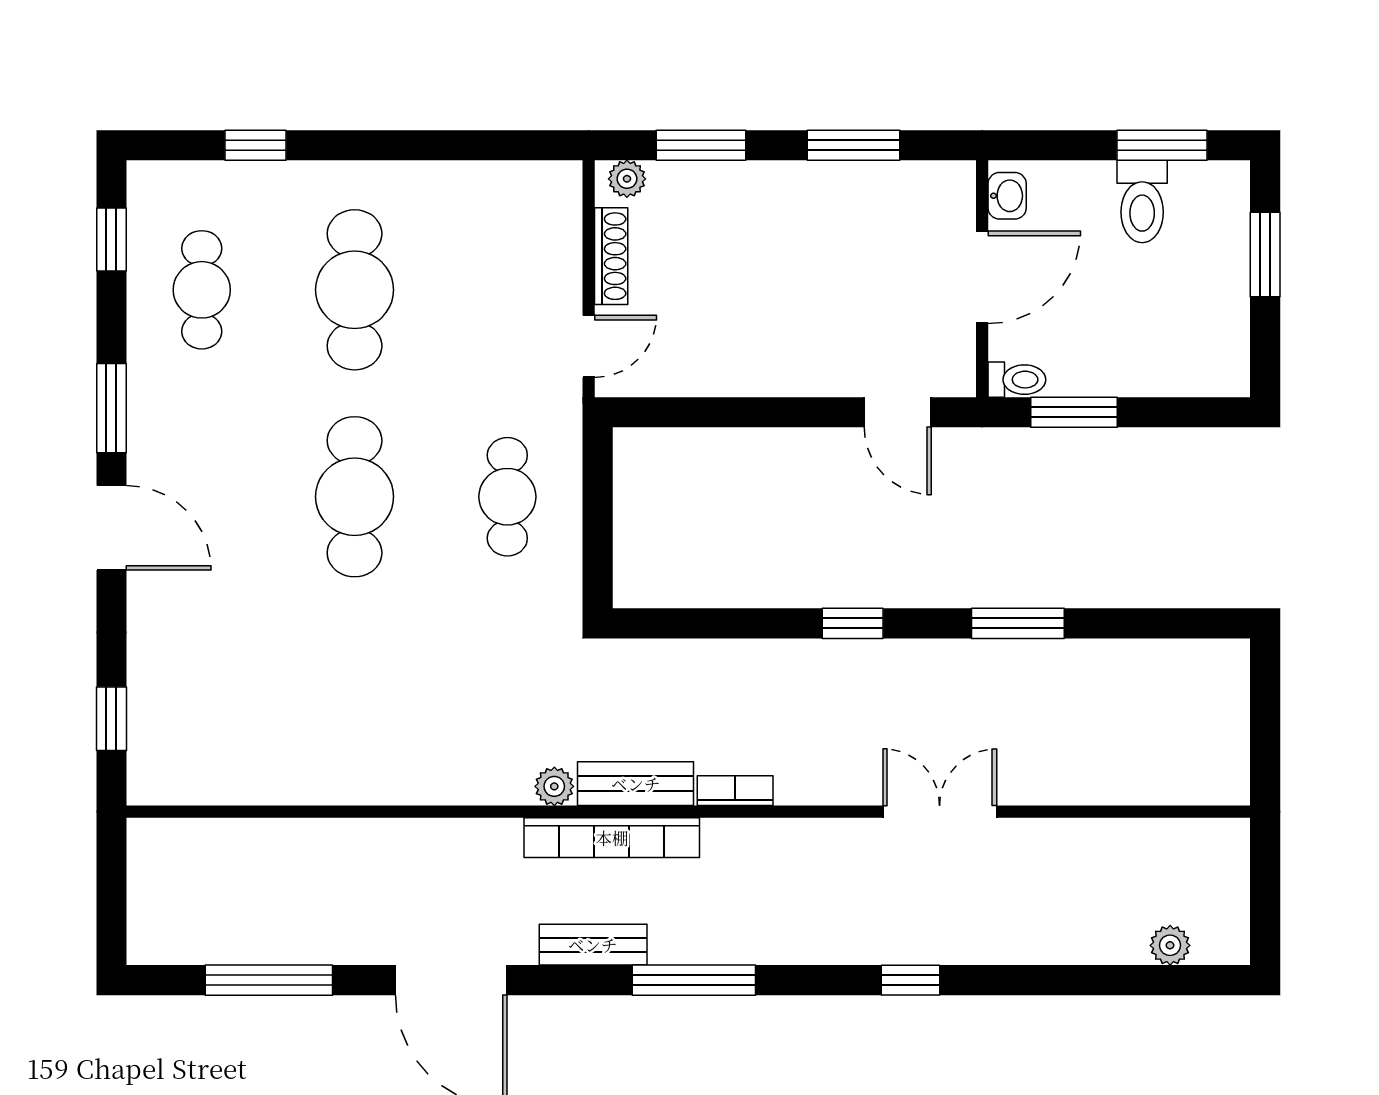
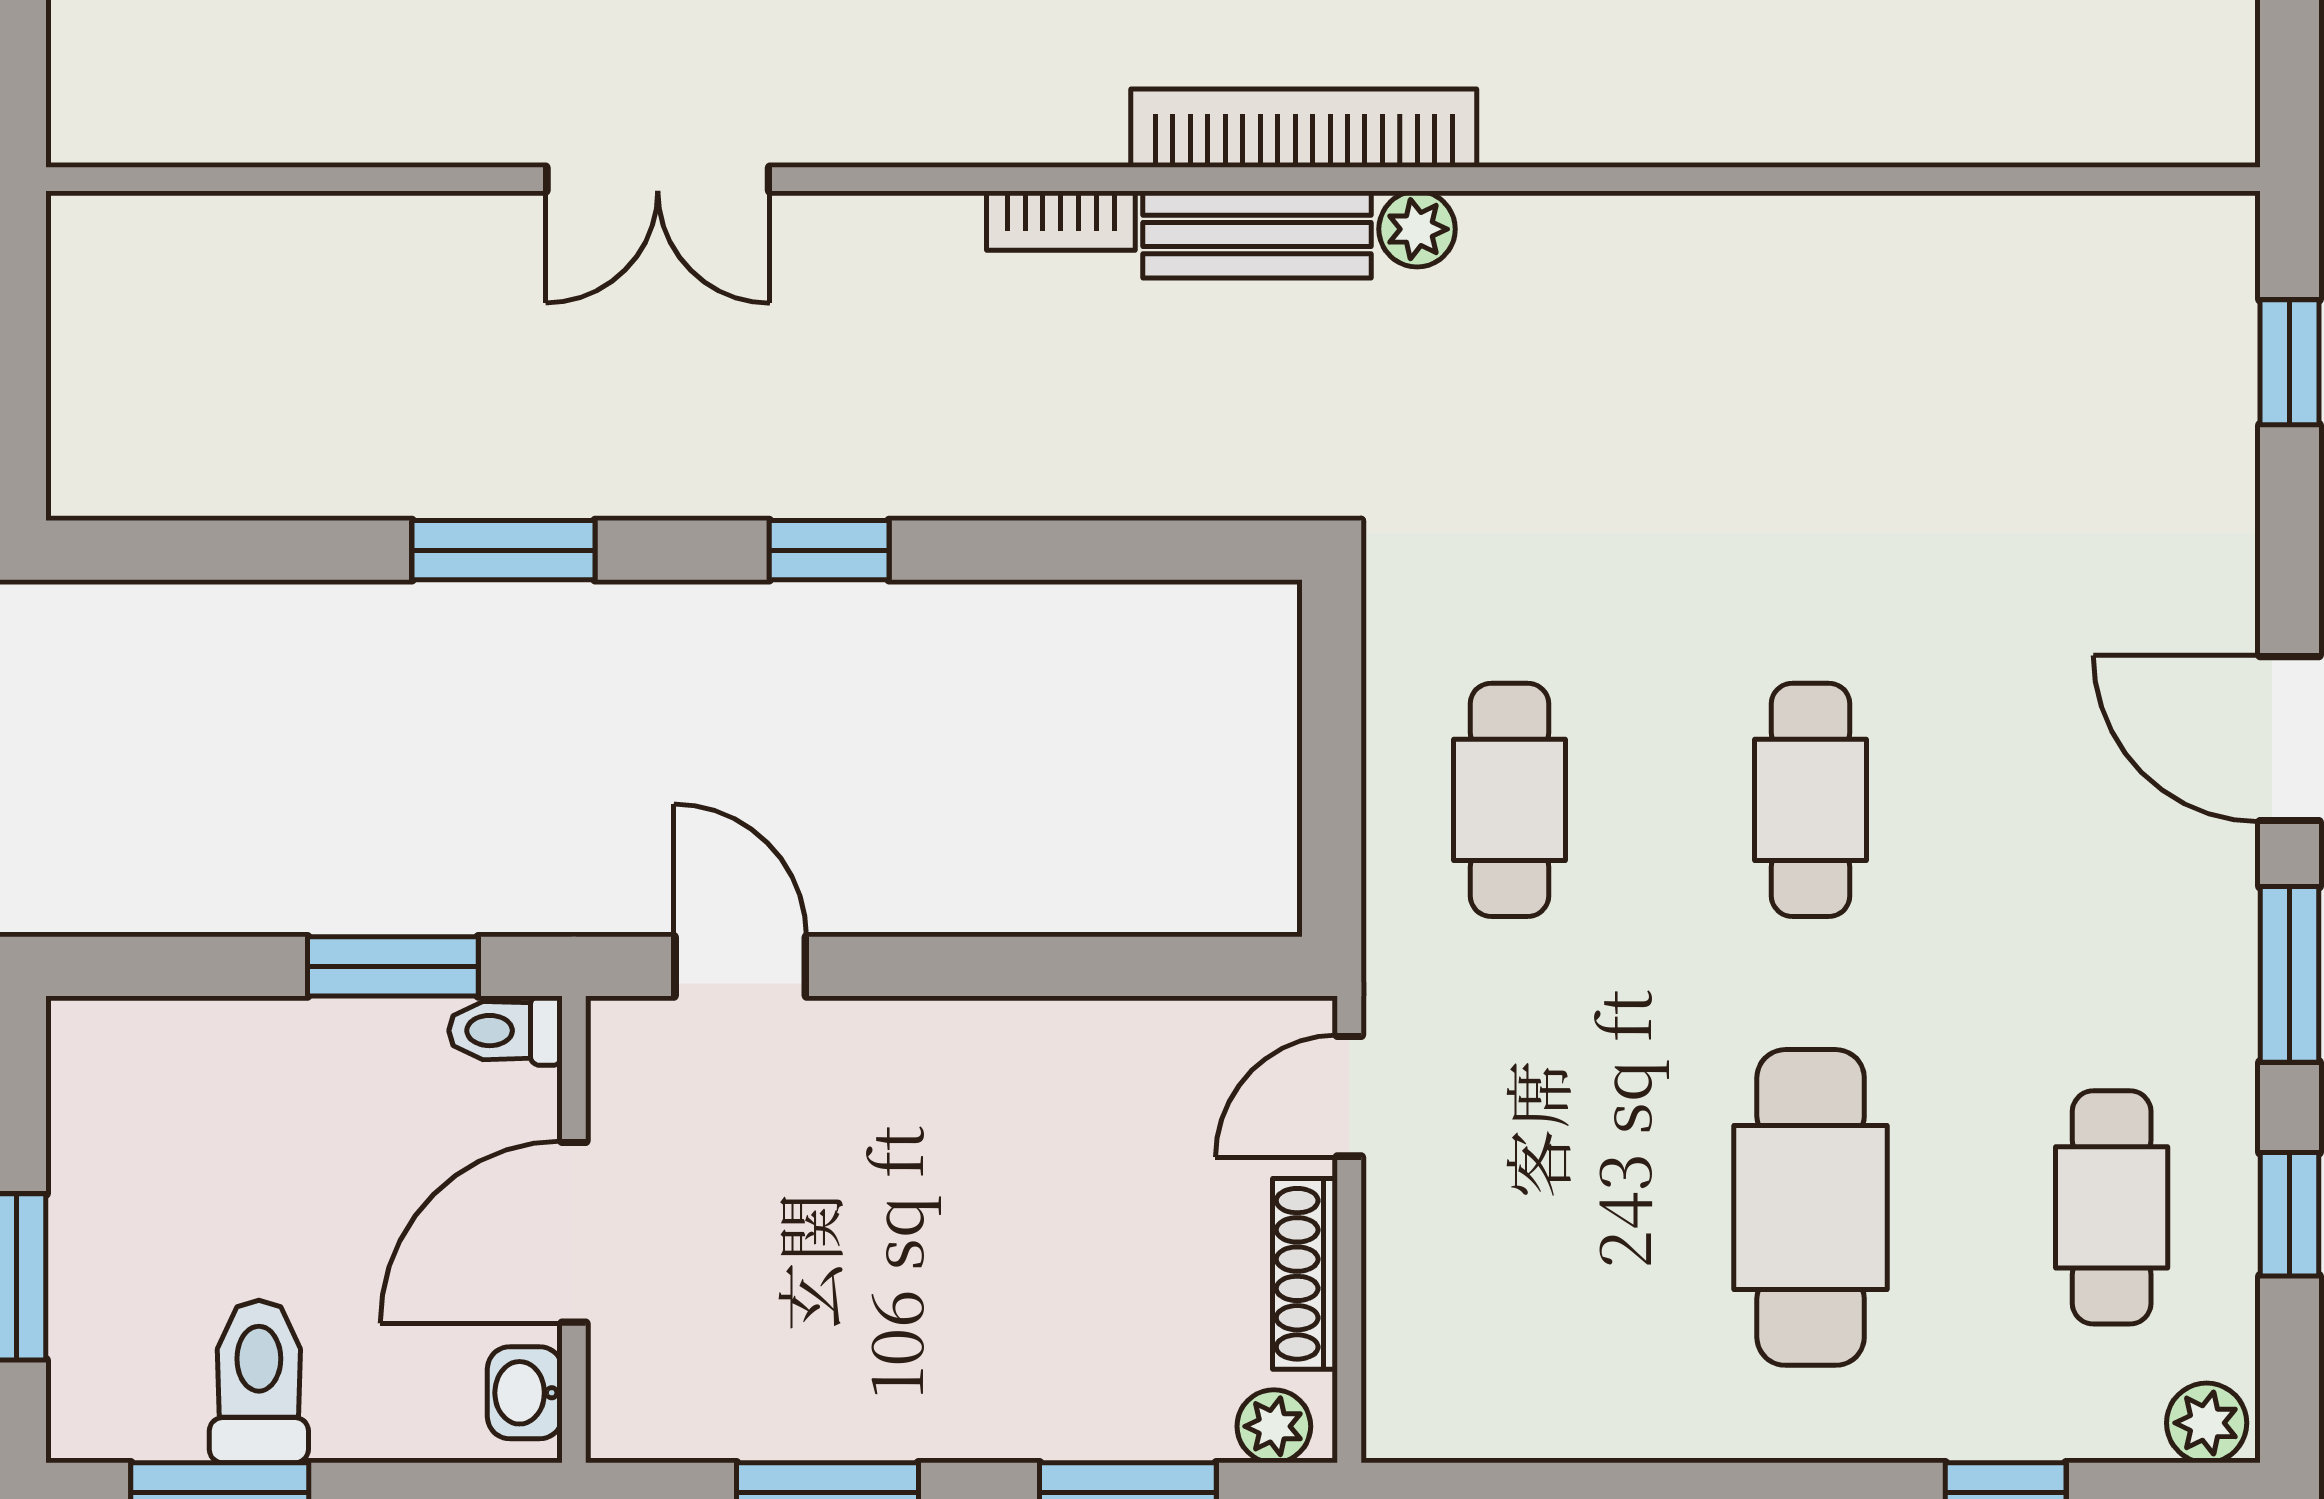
plant: (154, 180) -> (2207, 1423), added
window: (111, 239) -> (2290, 1214), moved
cafe table: (355, 497) -> (1811, 800), width x0.73, depth x0.74

